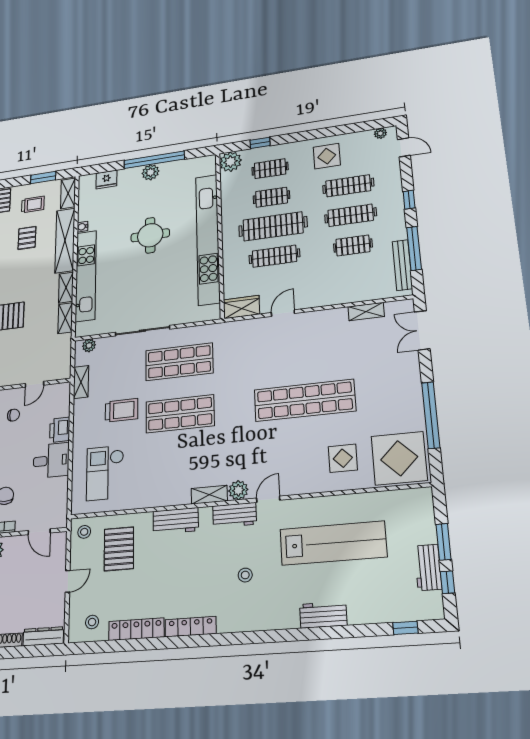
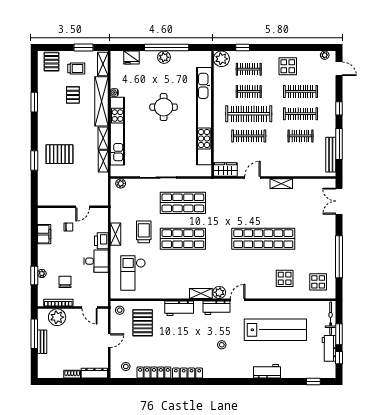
shelving: (366, 312) -> (281, 184), moved
shelving: (81, 382) -> (116, 234), moved
trolley: (121, 410) -> (144, 232), turned -90
display table: (399, 458) -> (318, 282), width x0.54, depth x0.54
bicycle: (426, 516) -> (331, 318), added

